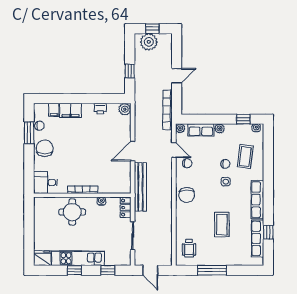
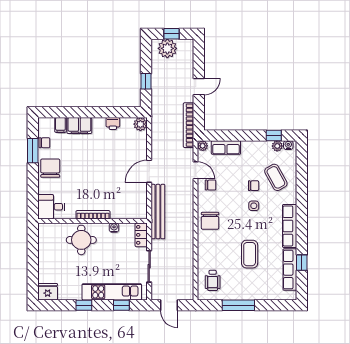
plant: (220, 129) -> (277, 146), moved
coffee table: (245, 156) -> (276, 177), turned -36
kitchen unit: (78, 258) -> (112, 292), moved

